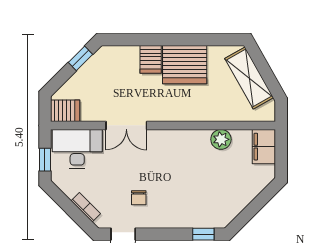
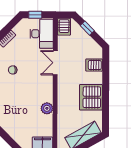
window: (80, 58) -> (87, 28), moved
server rack: (151, 59) -> (94, 65), moved
plant: (221, 139) -> (47, 108), moved

